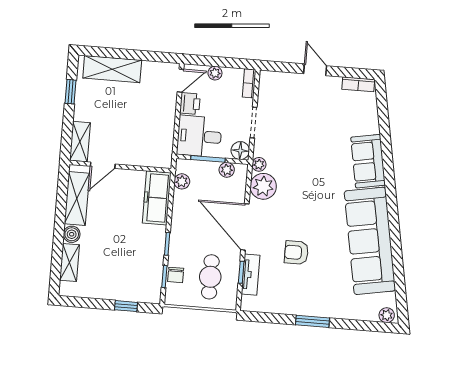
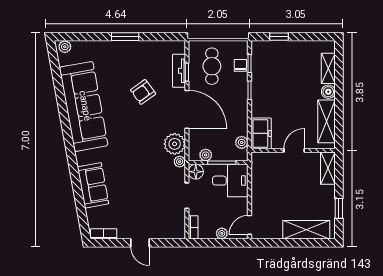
printer: (190, 104) -> (240, 207), removed
sofa: (368, 161) -> (93, 185), moved
door: (103, 165) -> (294, 150), moved
freezer: (157, 198) -> (261, 133), width x0.71
armchair: (296, 252) -> (143, 92), turned 144

